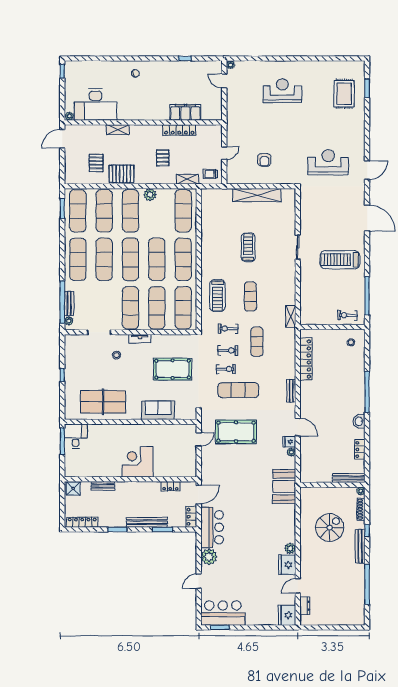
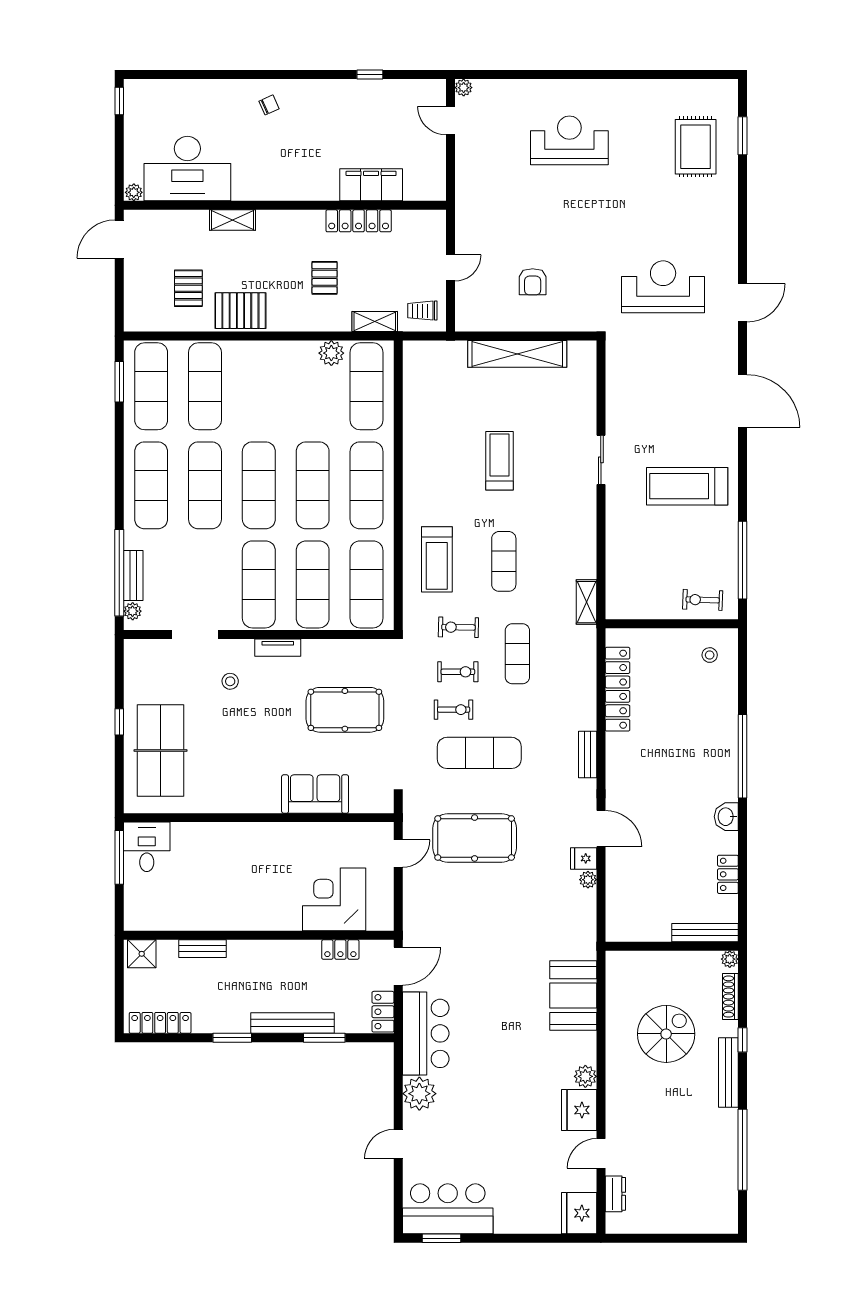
plant: (150, 195) -> (331, 353), moved
exercise mat: (130, 211) -> (259, 386), removed
table tennis table: (103, 402) -> (160, 750), moved, turned 90
corner desk: (138, 462) -> (334, 899), moved
booth: (284, 486) -> (573, 996), moved

